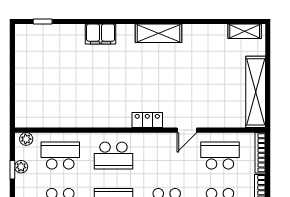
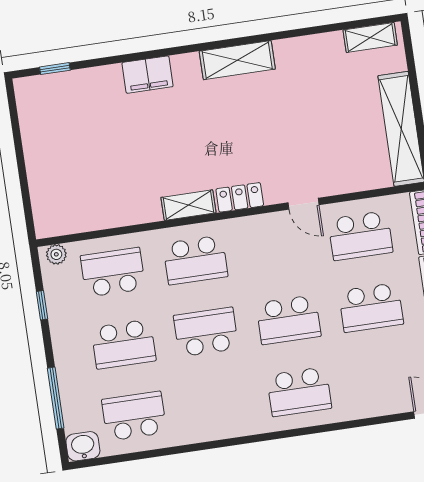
shelving: (114, 120) -> (188, 205), added
door: (187, 130) -> (303, 204), hinge flipped
school desk: (220, 156) -> (360, 236), turned 180
plant: (21, 167) -> (55, 298), removed

